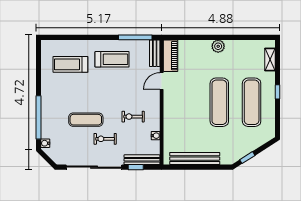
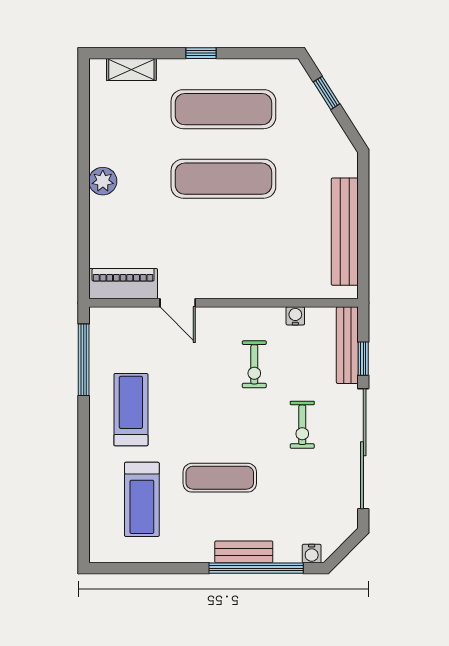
bench: (155, 53) -> (244, 552), moved
exercise mat: (86, 120) -> (220, 478), moved, turned 90
window: (247, 158) -> (326, 93), moved

